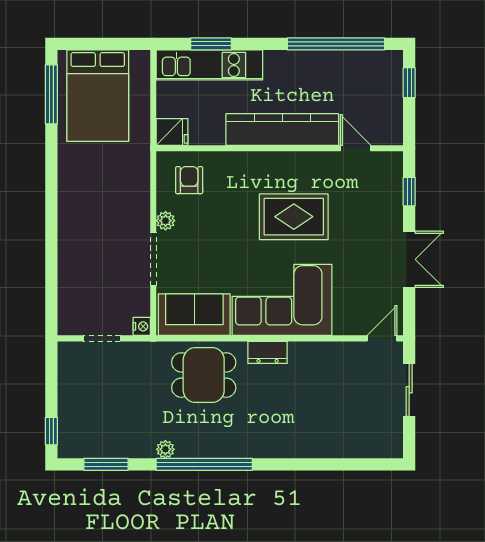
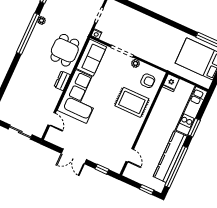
window: (211, 44) -> (194, 128), moved
kitchen counter: (282, 130) -> (170, 156), moved, turned 180
door: (356, 148) -> (130, 155), hinge flipped
rug: (294, 217) -> (132, 102), moved, turned 90
door: (382, 338) -> (52, 119), moved

